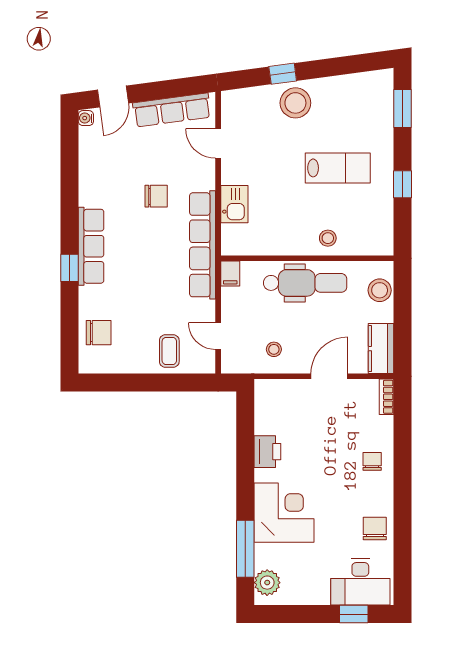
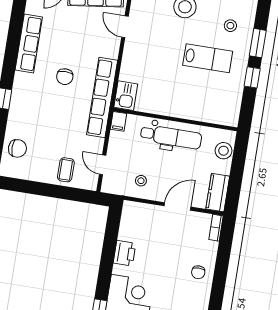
window: (402, 109) -> (258, 43), moved
chair: (156, 196) -> (65, 77), moved, turned 90
kitchen sink: (234, 204) -> (126, 96), moved
stool: (328, 238) -> (230, 26), moved
row of seats: (91, 246) -> (29, 44), moved
chair: (372, 461) -> (198, 272), turned 180

